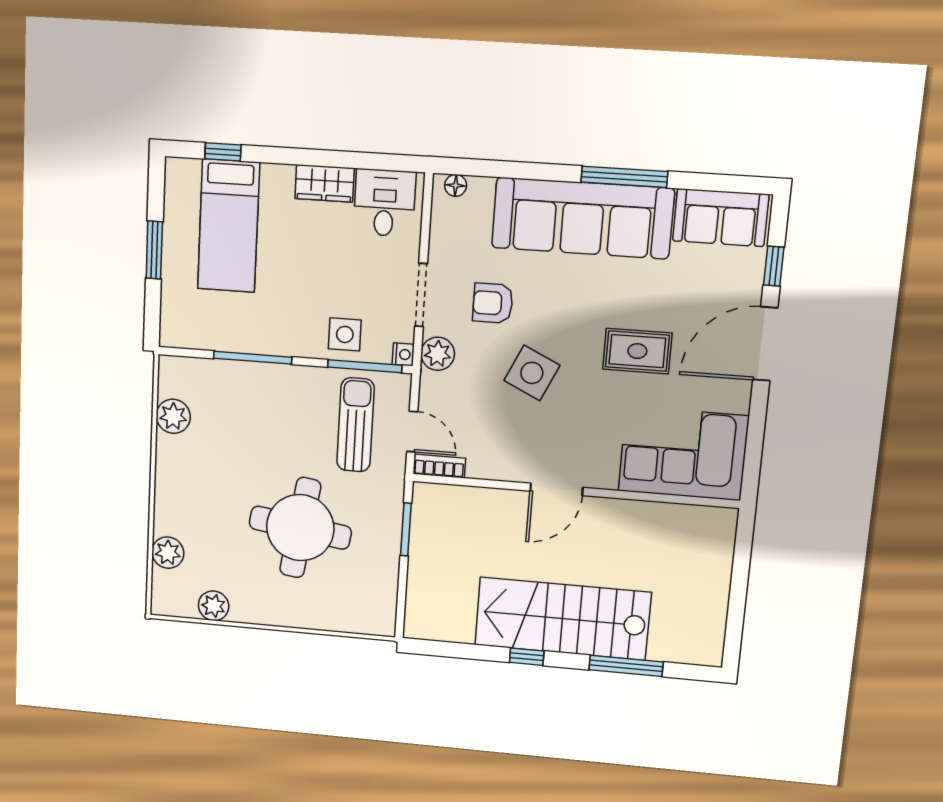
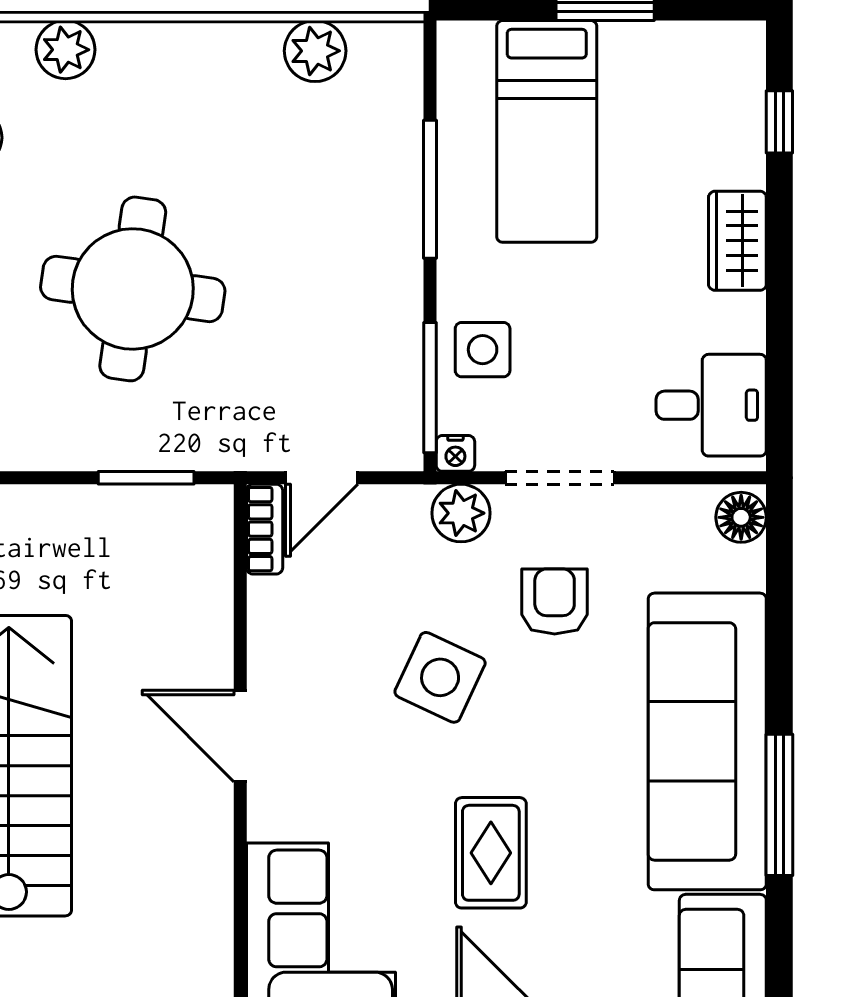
wardrobe: (325, 183) -> (737, 241), moved
floor lamp: (456, 185) -> (741, 517), width x1.37, depth x1.37
bed: (229, 226) -> (547, 131), moved, turned -90
sun lounger: (356, 425) -> (326, 378), removed

